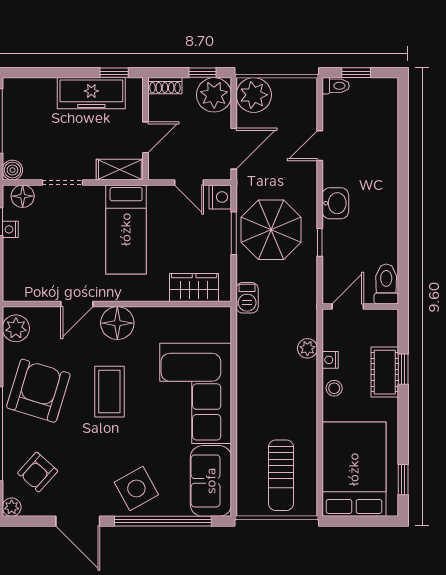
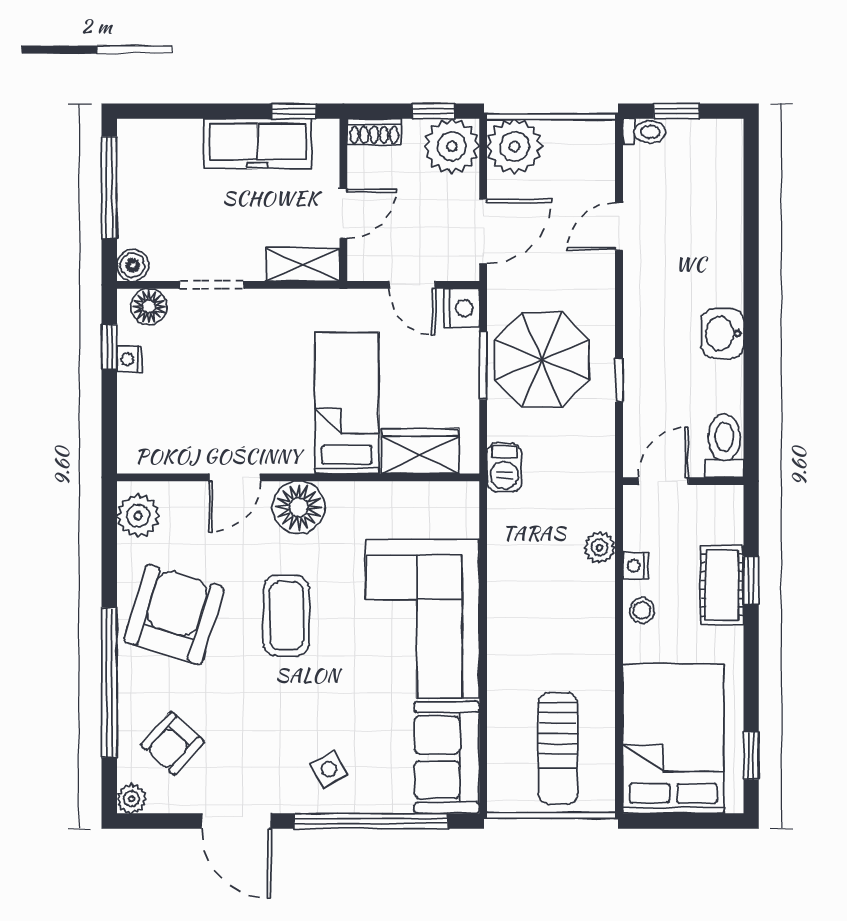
washbasin: (335, 203) -> (723, 333), moved, turned 180
bed: (126, 229) -> (347, 403), moved, turned 180
side table: (136, 488) -> (329, 769), width x0.54, depth x0.54

